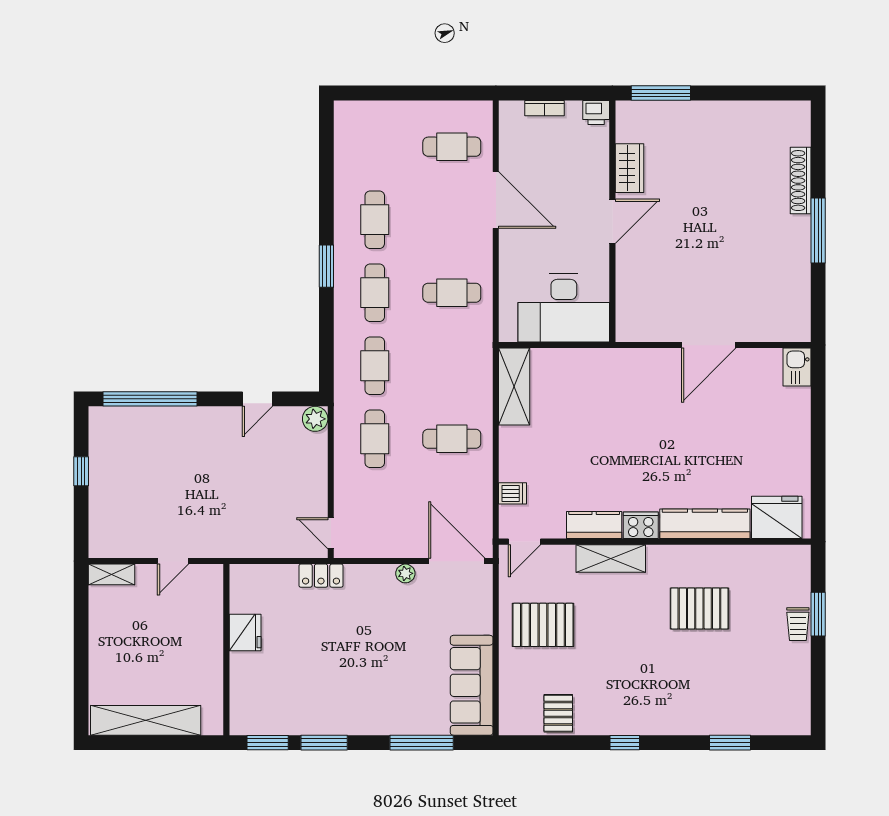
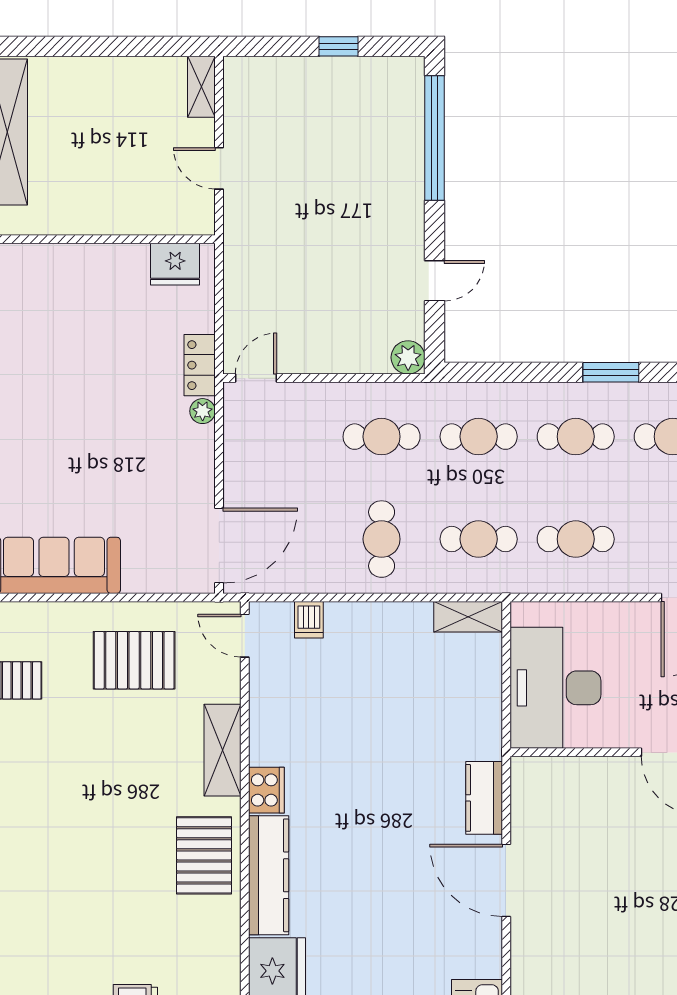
cafe table: (452, 293) -> (576, 539), turned 90
cafe table: (452, 366) -> (479, 539), added
shelving: (514, 387) -> (468, 617), width x0.67, depth x0.75
door: (258, 399) -> (435, 281), swing flipped
kitchen counter: (594, 525) -> (484, 798), moved, turned 180
plant: (405, 573) -> (203, 411), moved
pallet: (699, 608) -> (204, 855), moved
pallet: (543, 625) -> (134, 660), turned 90
fridge: (245, 633) -> (175, 264), moved

